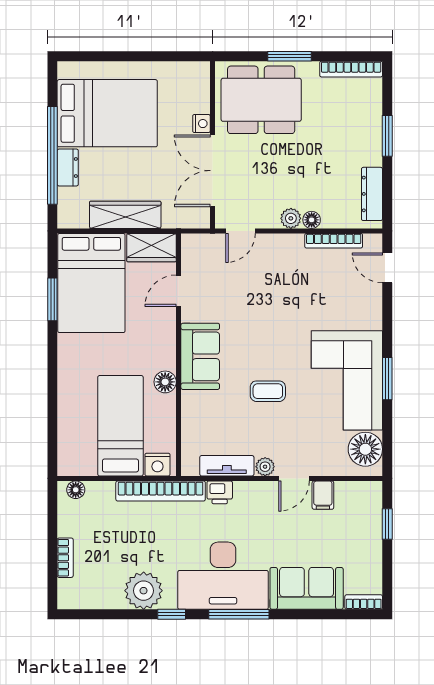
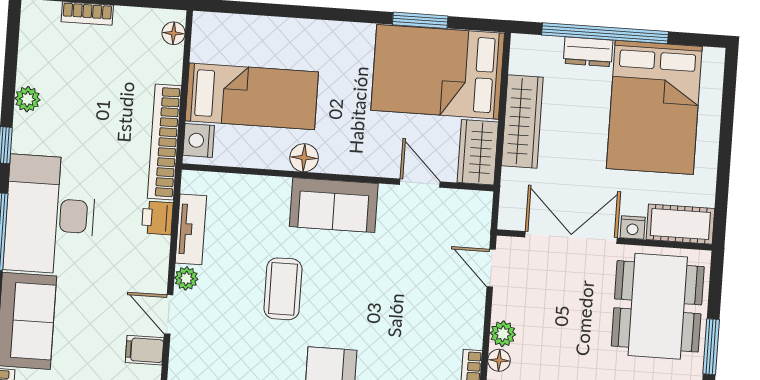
cot: (196, 87) -> (680, 224), added
coffee table: (268, 391) -> (283, 289), width x1.36, depth x1.30
plant: (144, 591) -> (27, 99), width x0.53, depth x0.53

